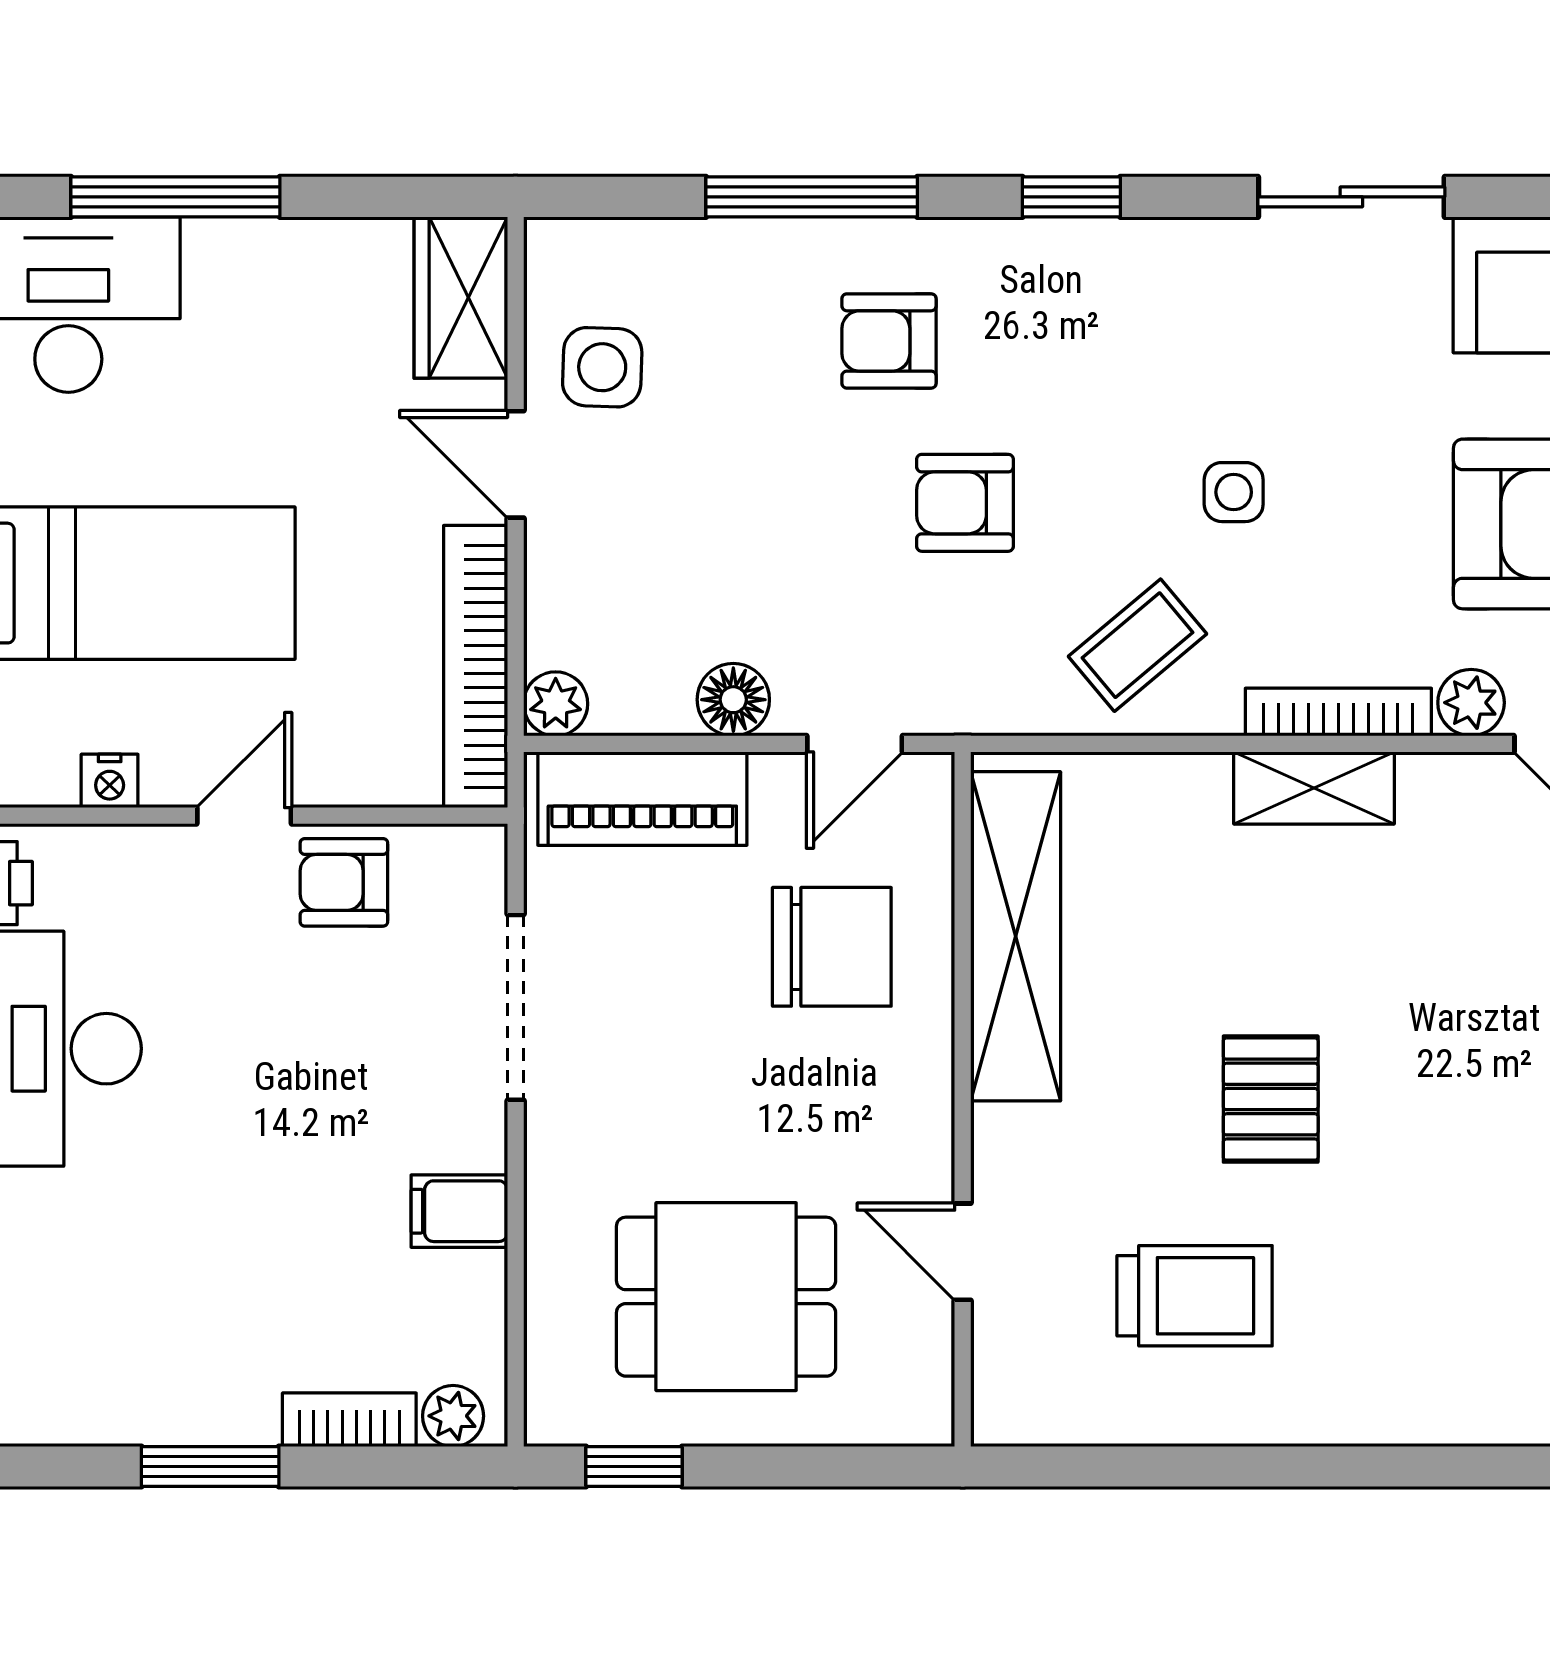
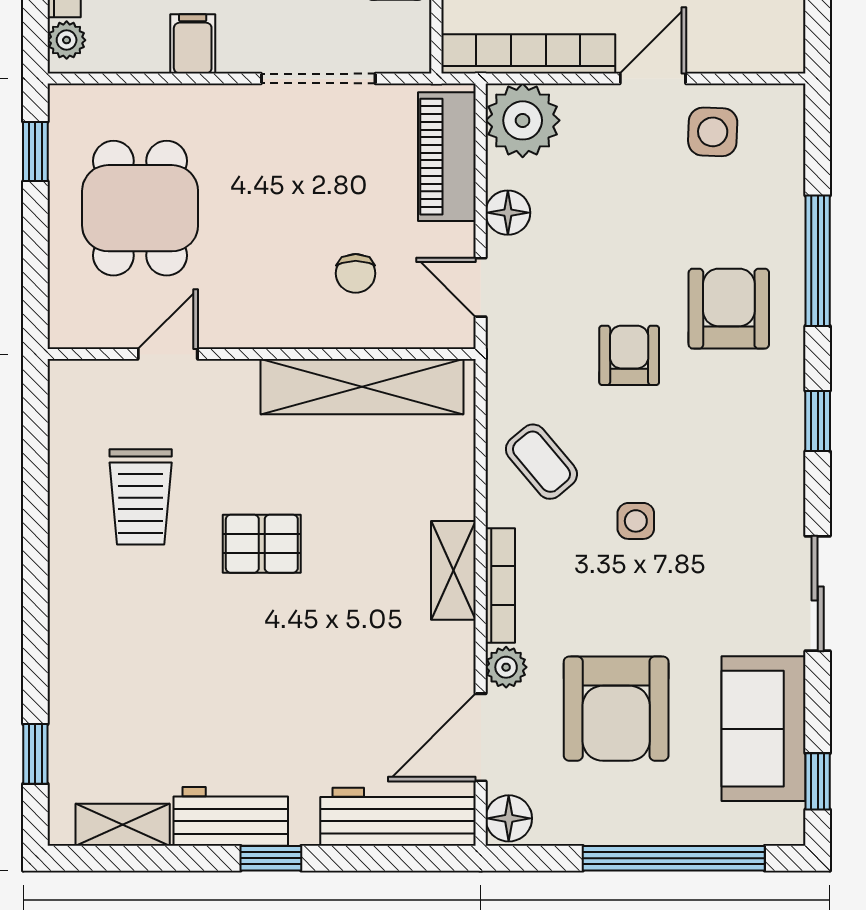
wardrobe: (461, 297) -> (756, 45), removed
armchair: (889, 341) -> (729, 309), width x1.38, depth x1.38
plant: (556, 704) -> (523, 120), width x1.88, depth x1.88
chair: (832, 947) -> (356, 273), width x0.54, depth x0.54

